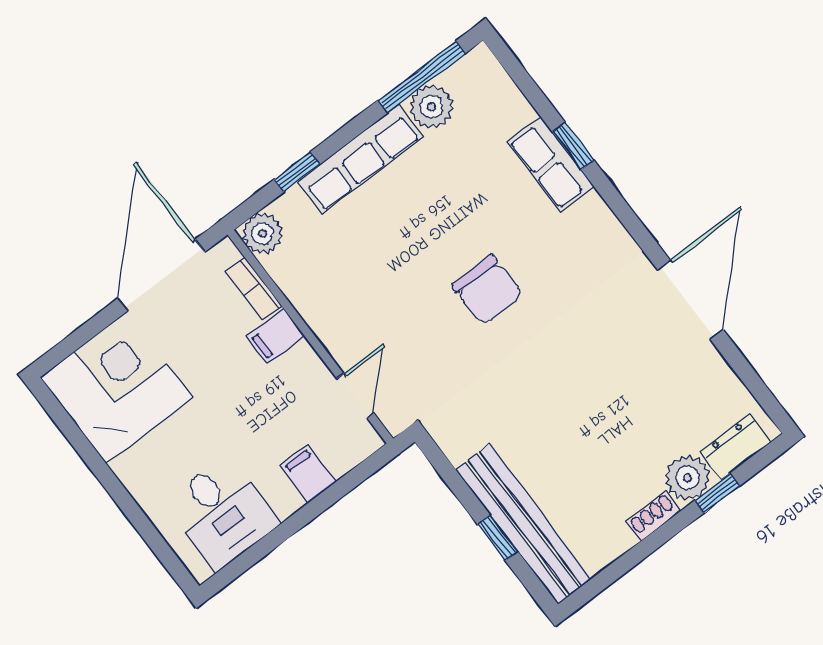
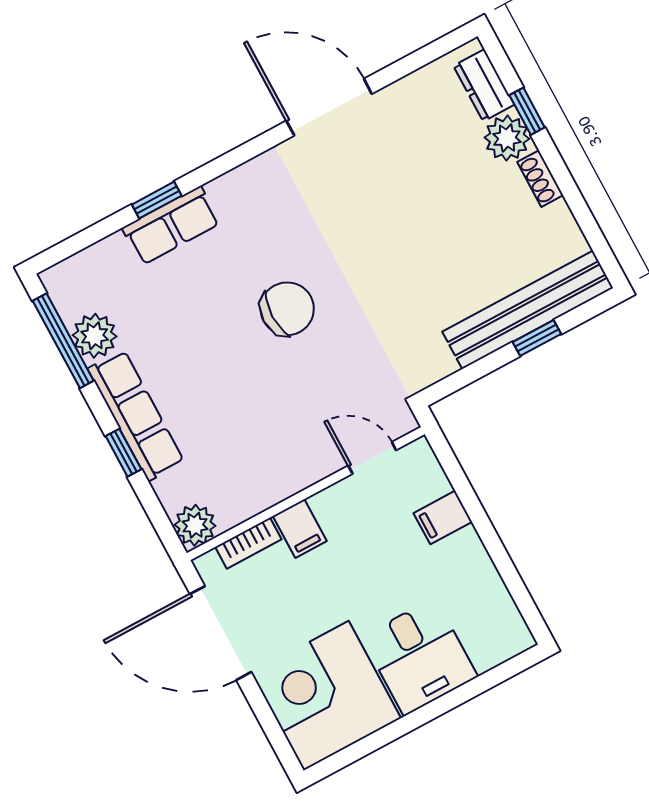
window: (297, 172) -> (123, 453), moved
desk: (222, 513) -> (420, 657), moved, turned 90

